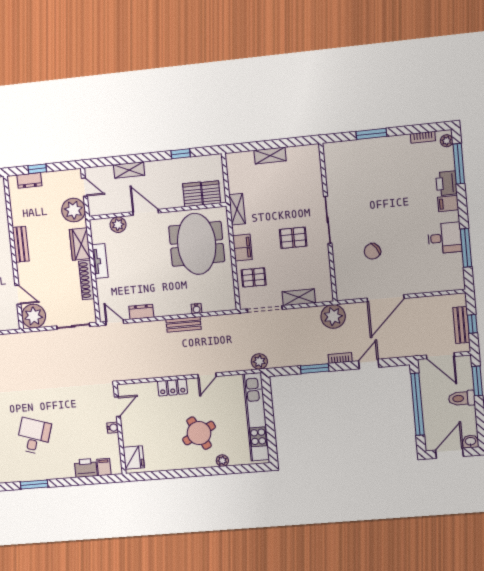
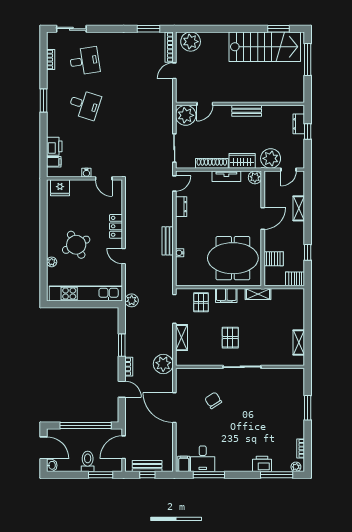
shelving: (270, 155) -> (299, 342), moved
server rack: (211, 193) -> (295, 279), moved, turned 180
filing cabinet: (448, 204) -> (184, 464), moved
plant: (118, 225) -> (255, 177), moved
desk: (445, 238) -> (203, 459), moved

